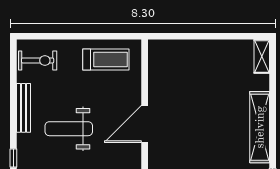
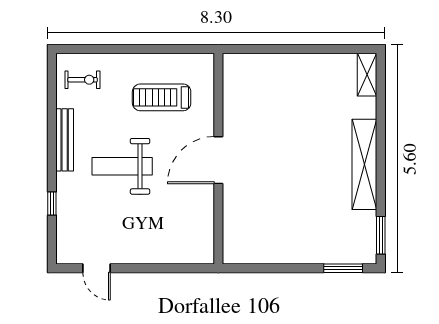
treadmill: (106, 59) -> (162, 97), moved, turned 180
exercise bike: (38, 60) -> (83, 80), width x0.73, depth x0.72

